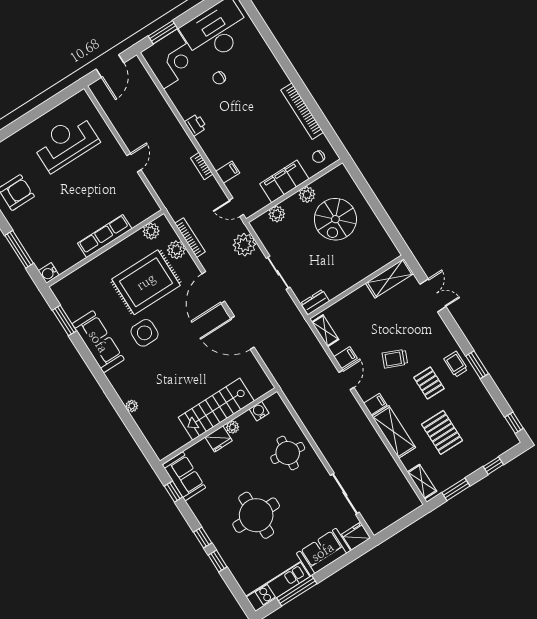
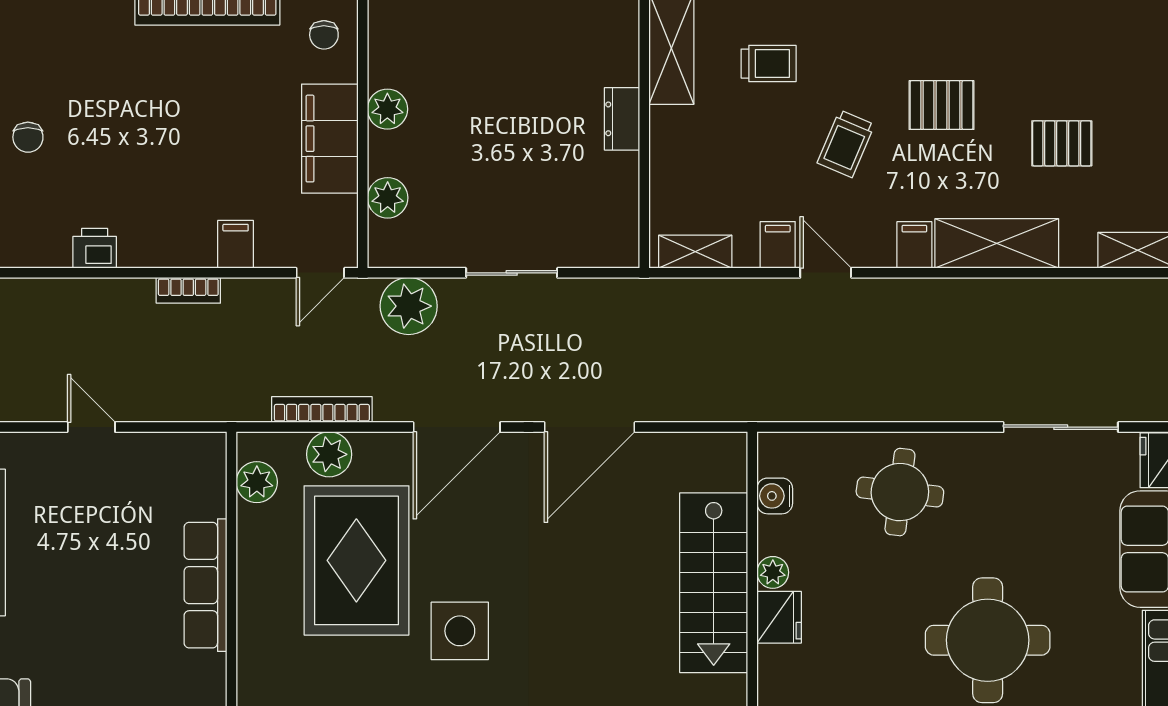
spiral stairs: (335, 219) -> (476, 83), removed
door: (213, 287) -> (457, 427), hinge flipped
dresser: (315, 302) -> (622, 119), moved
trolley: (456, 364) -> (769, 64), moved, turned 180
pallet: (442, 432) -> (1062, 143), width x0.67, depth x0.71

